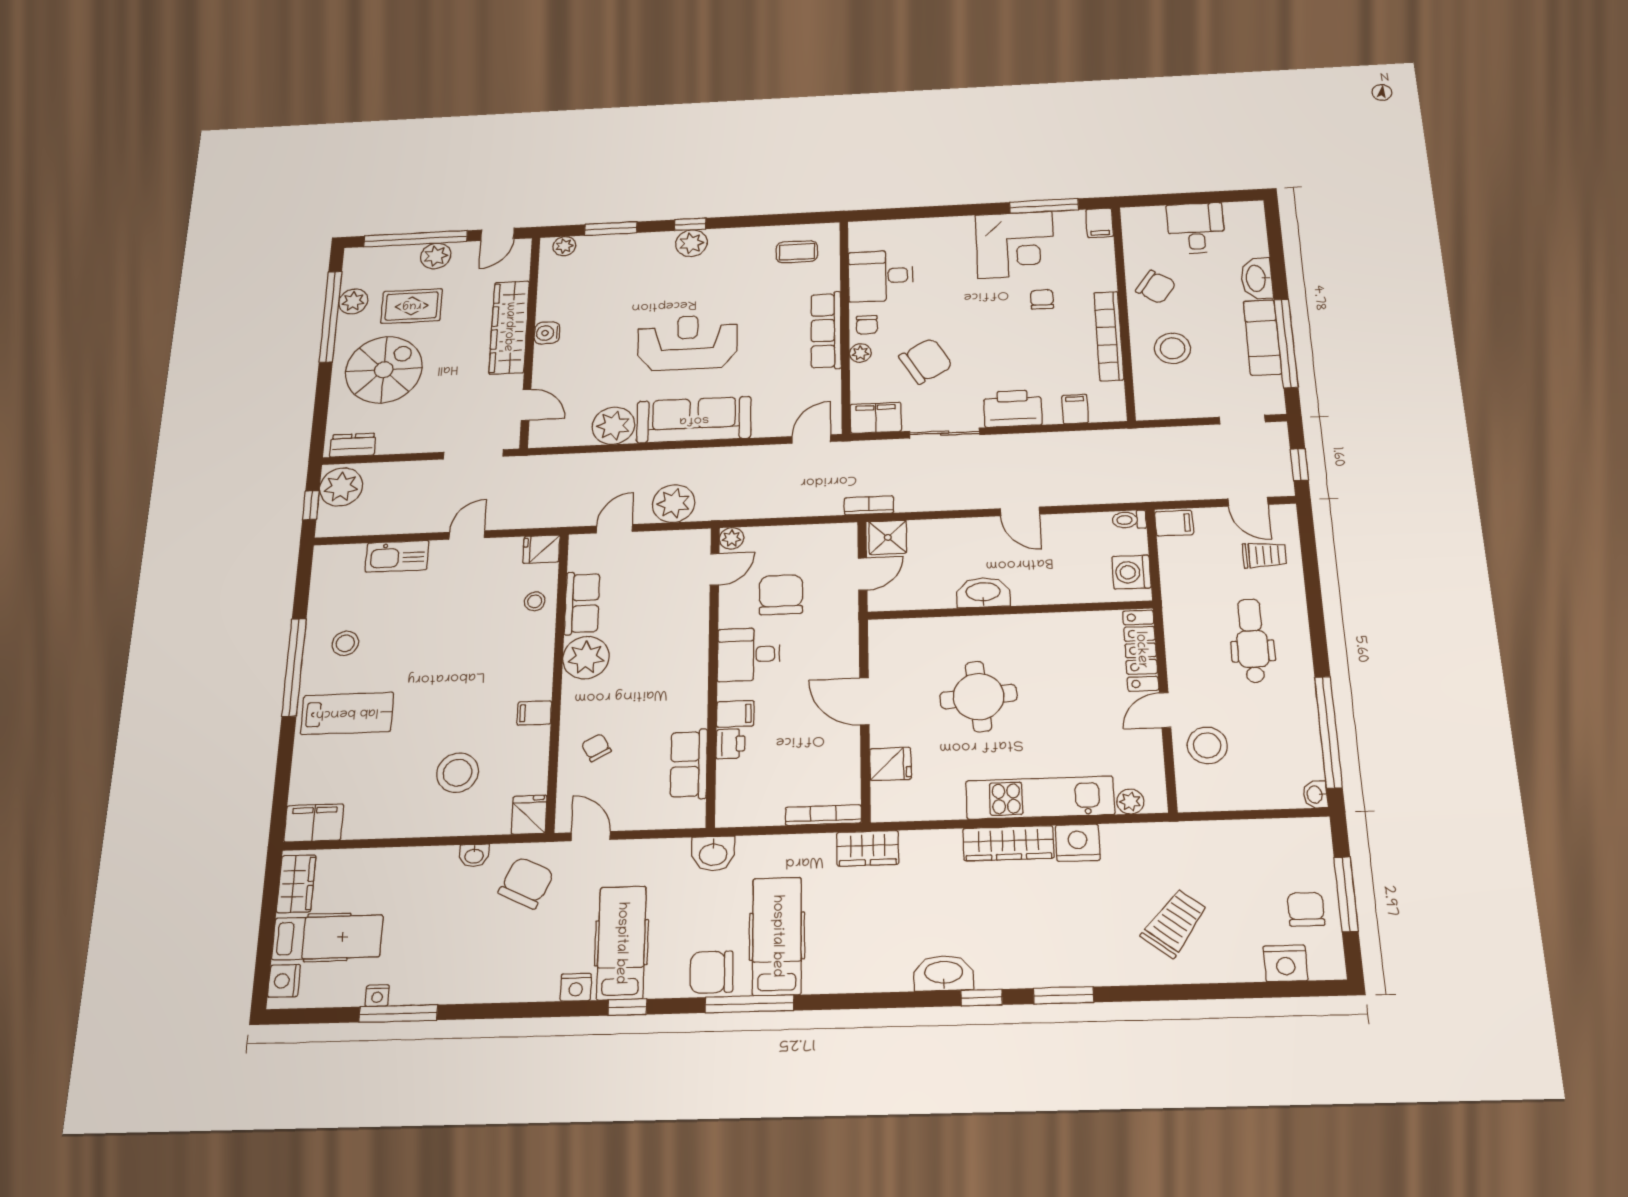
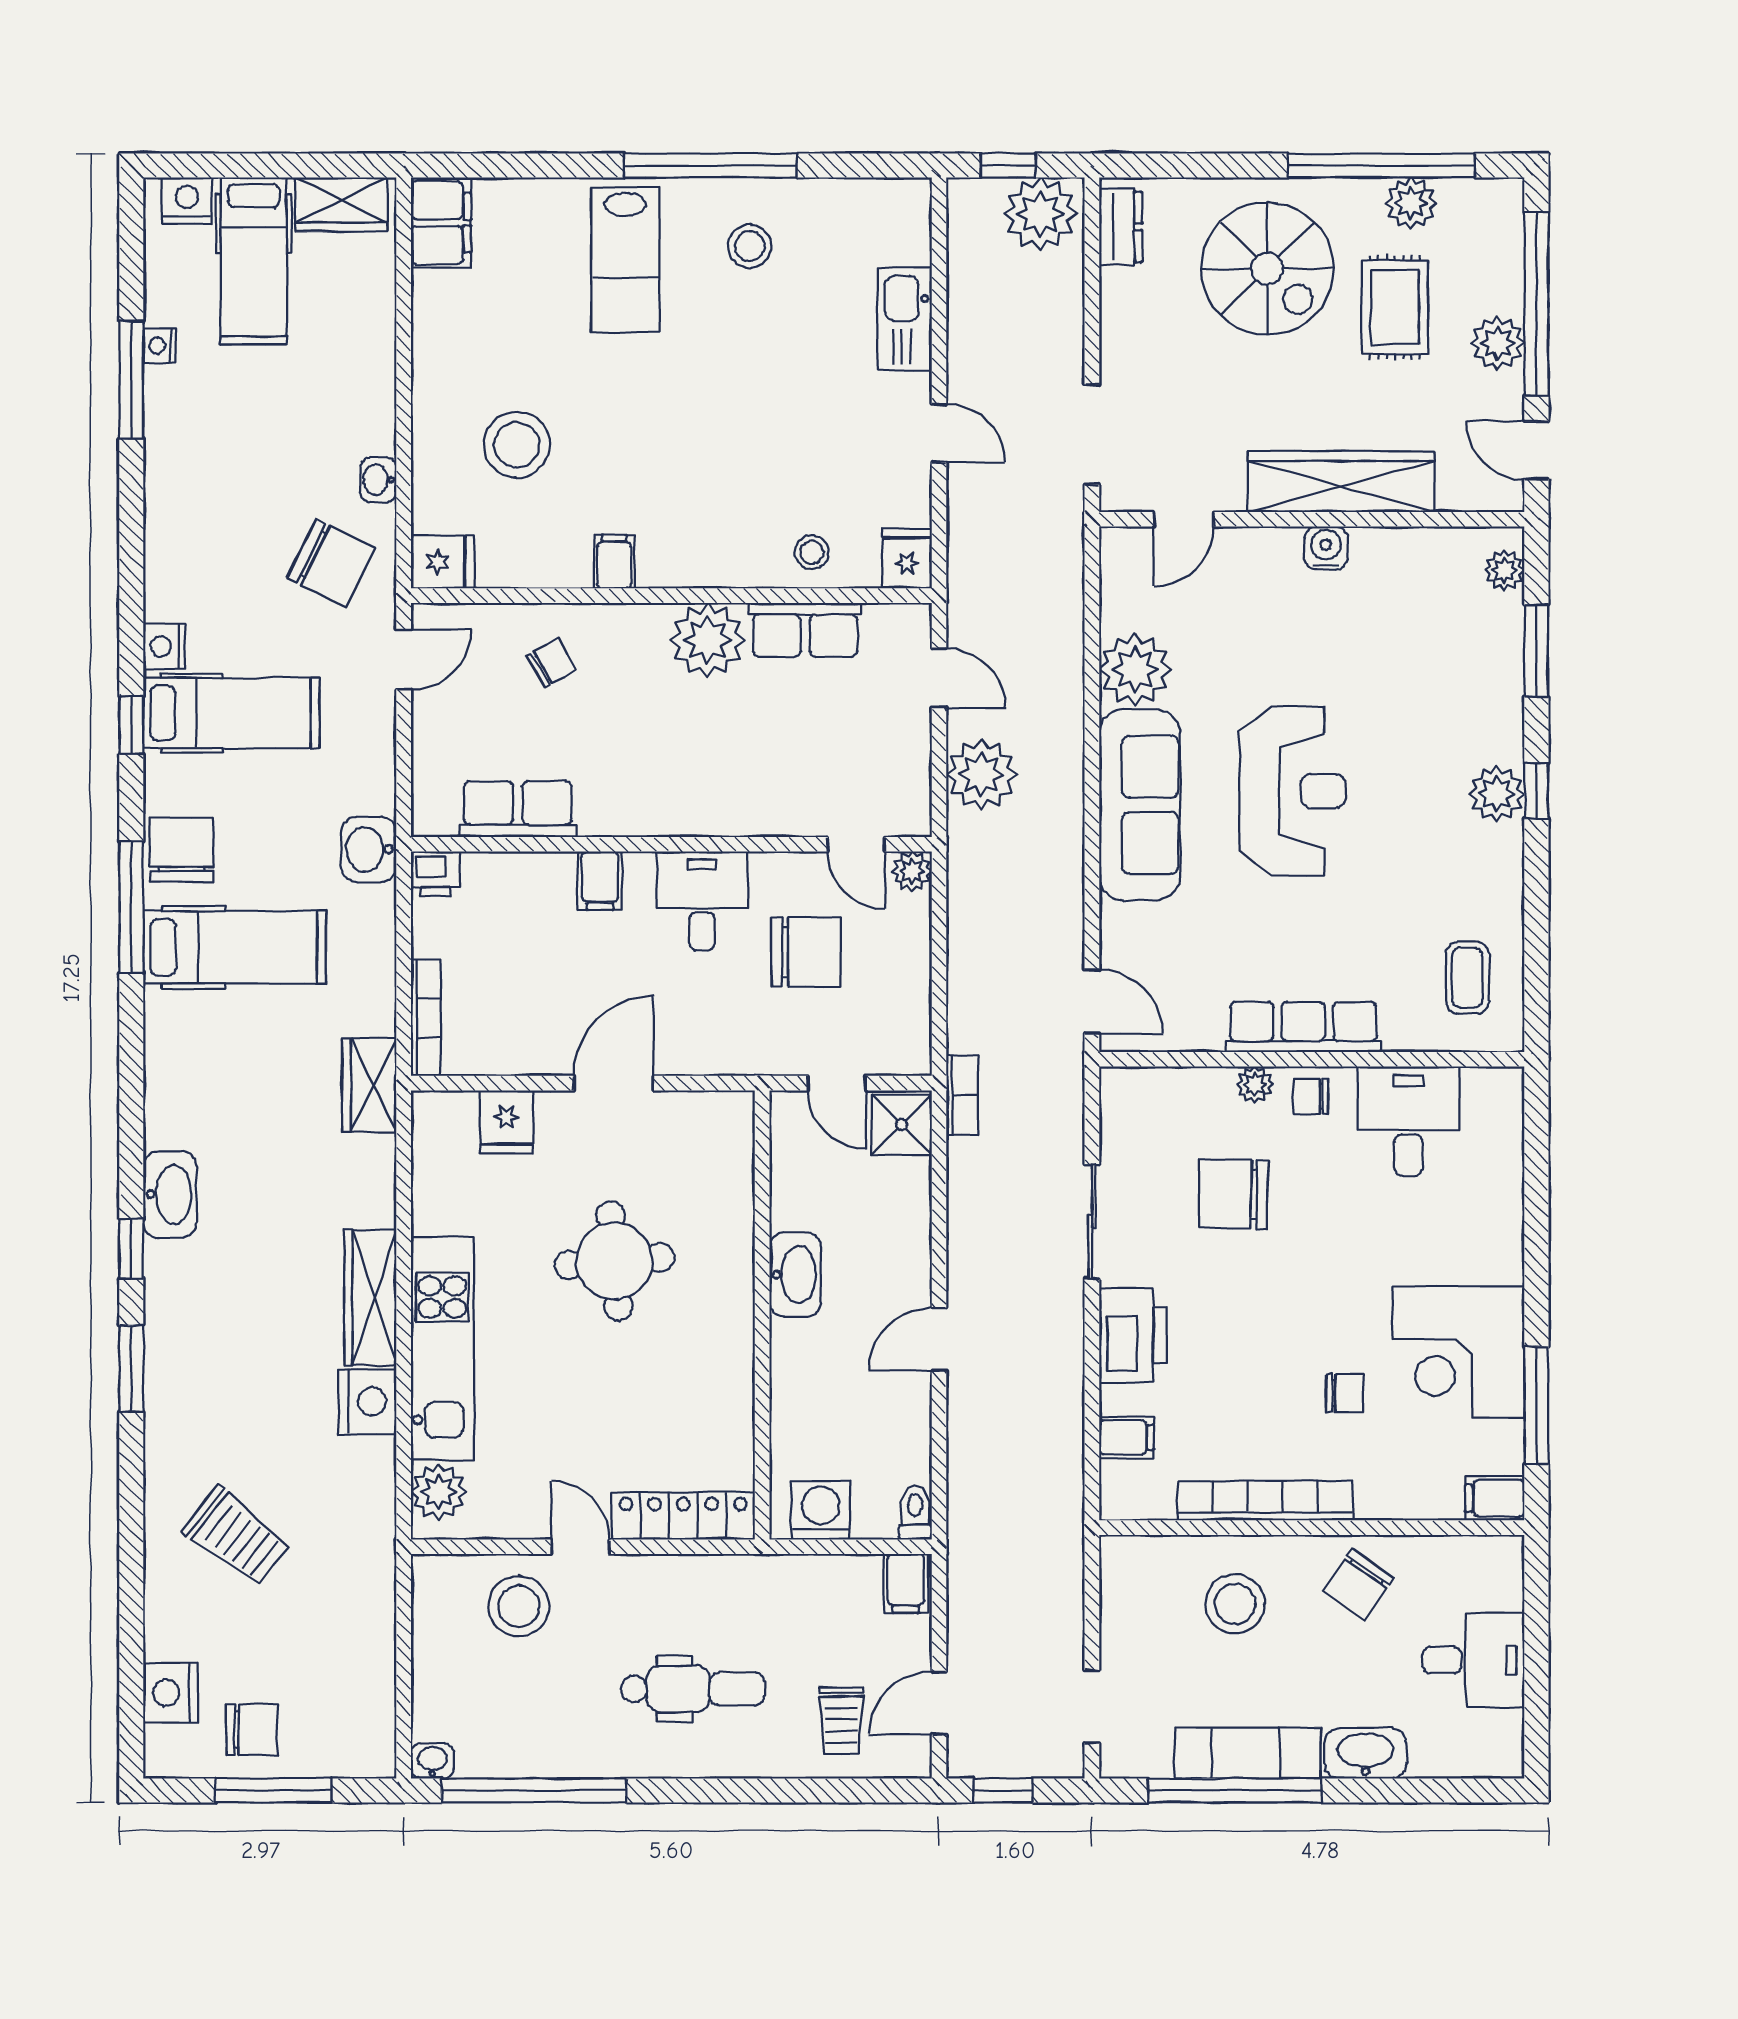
chair: (926, 361) -> (1233, 1194), turned 121
filing cabinet: (876, 418) -> (1127, 1109), removed
printer: (731, 744) -> (435, 874), moved
plant: (1130, 802) -> (439, 1492), width x1.38, depth x1.38

